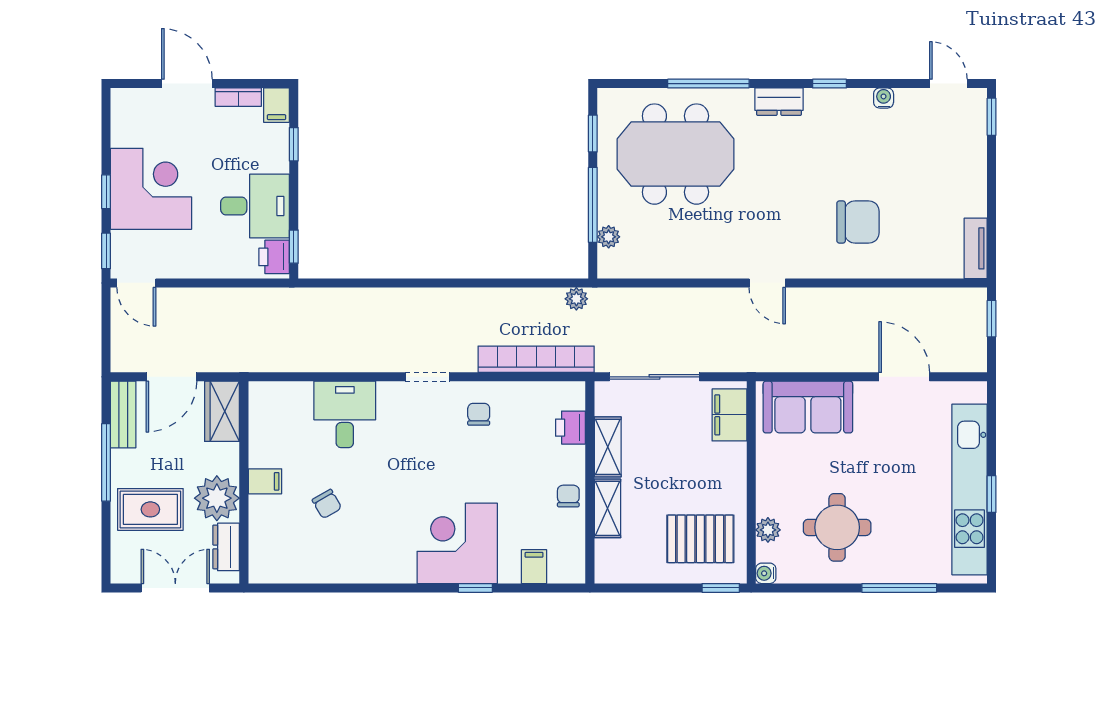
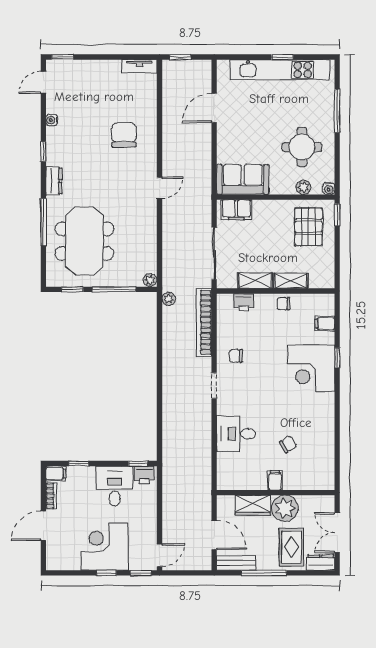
plant: (609, 237) -> (150, 280), moved
sofa: (808, 407) -> (243, 179), moved, turned -90
wardrobe: (222, 411) -> (253, 505), moved
dresser: (226, 547) -> (321, 562), moved, turned 180

